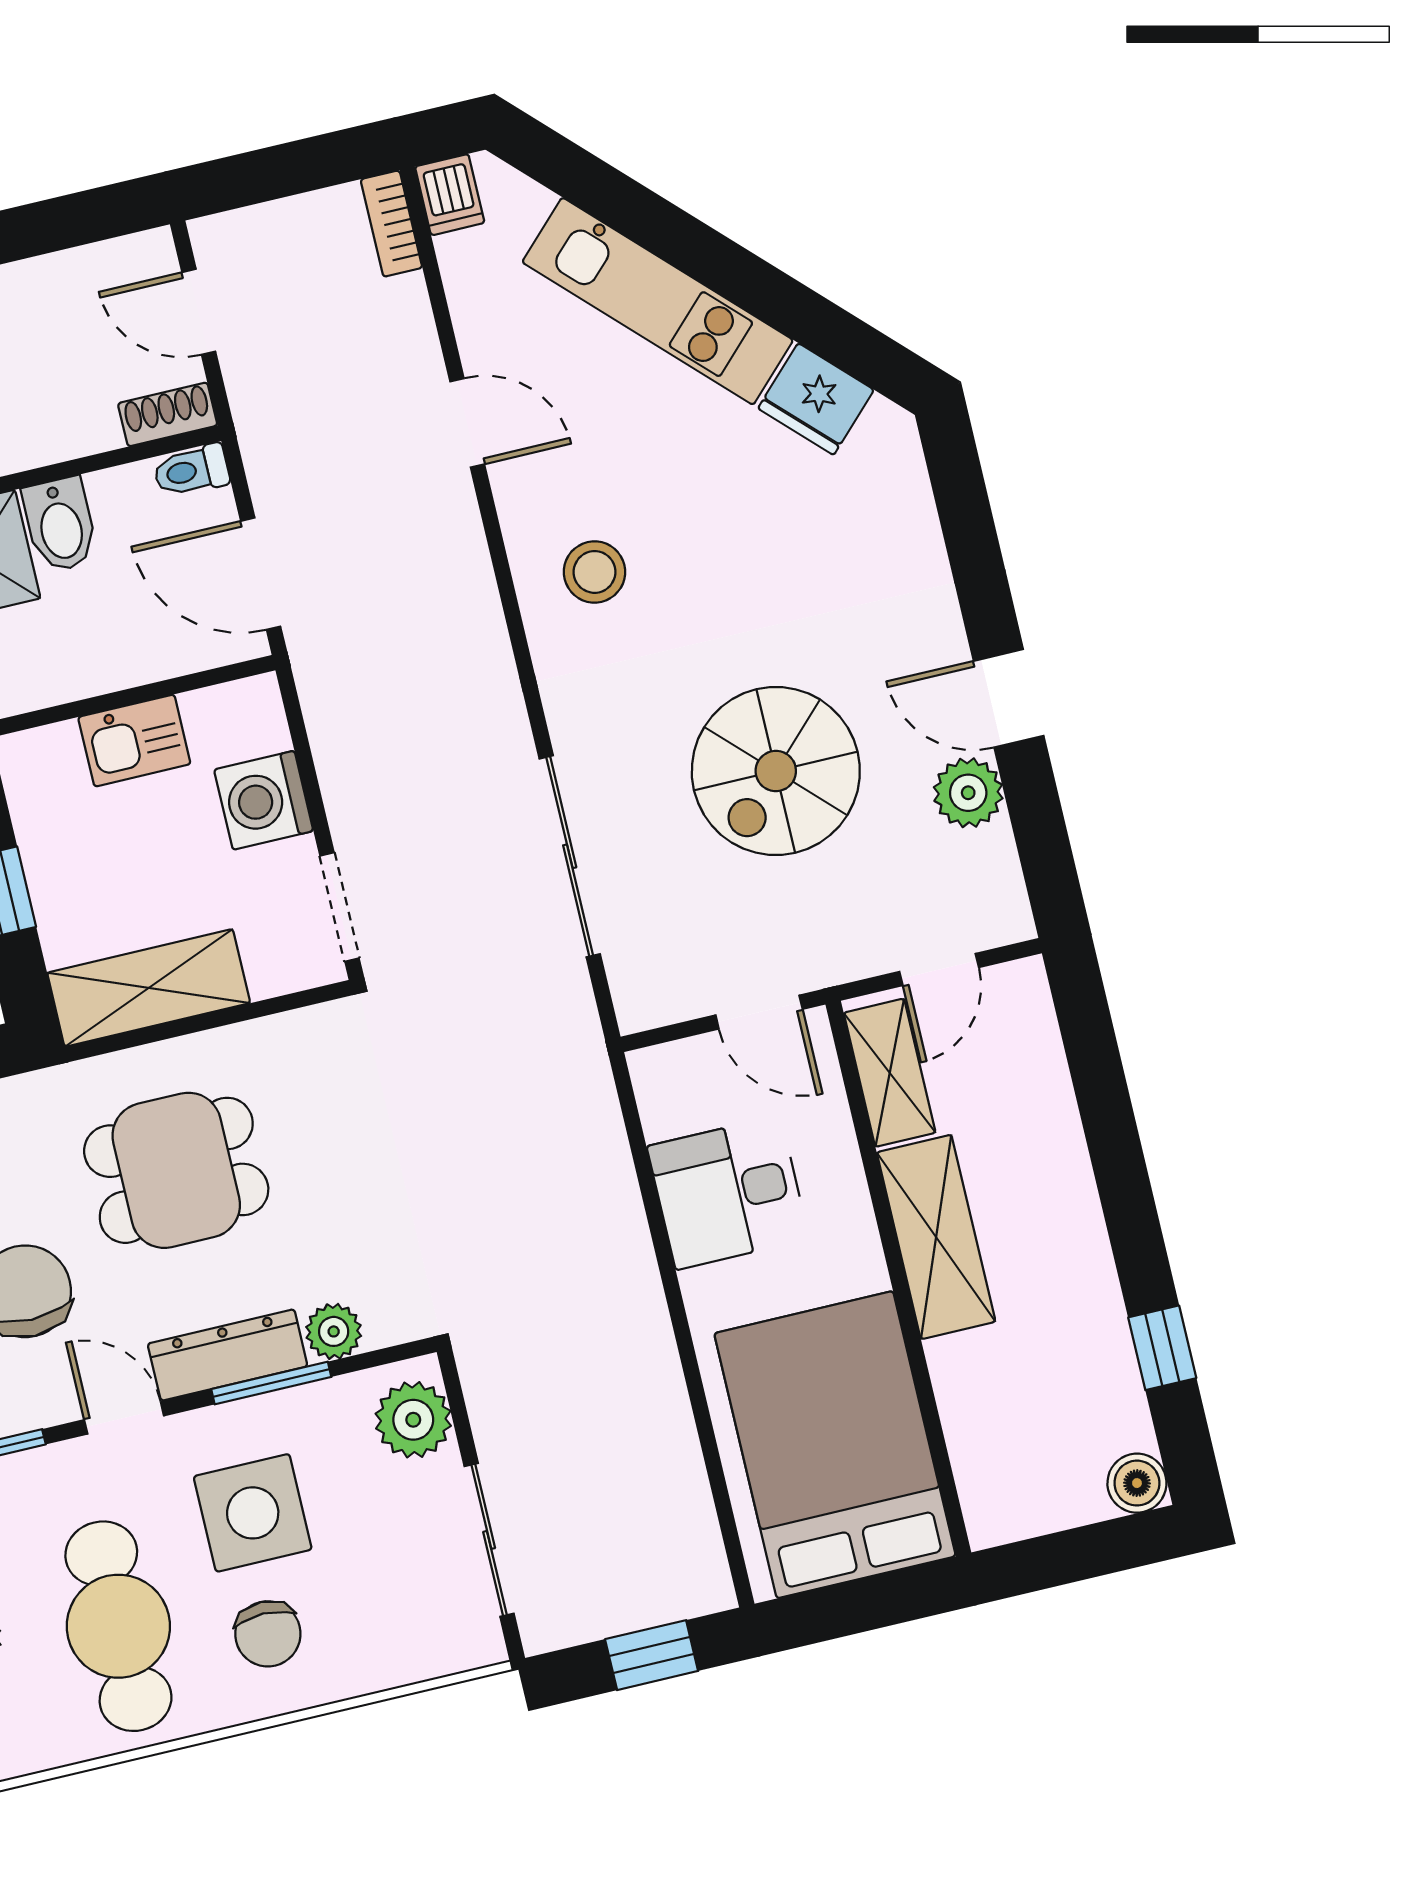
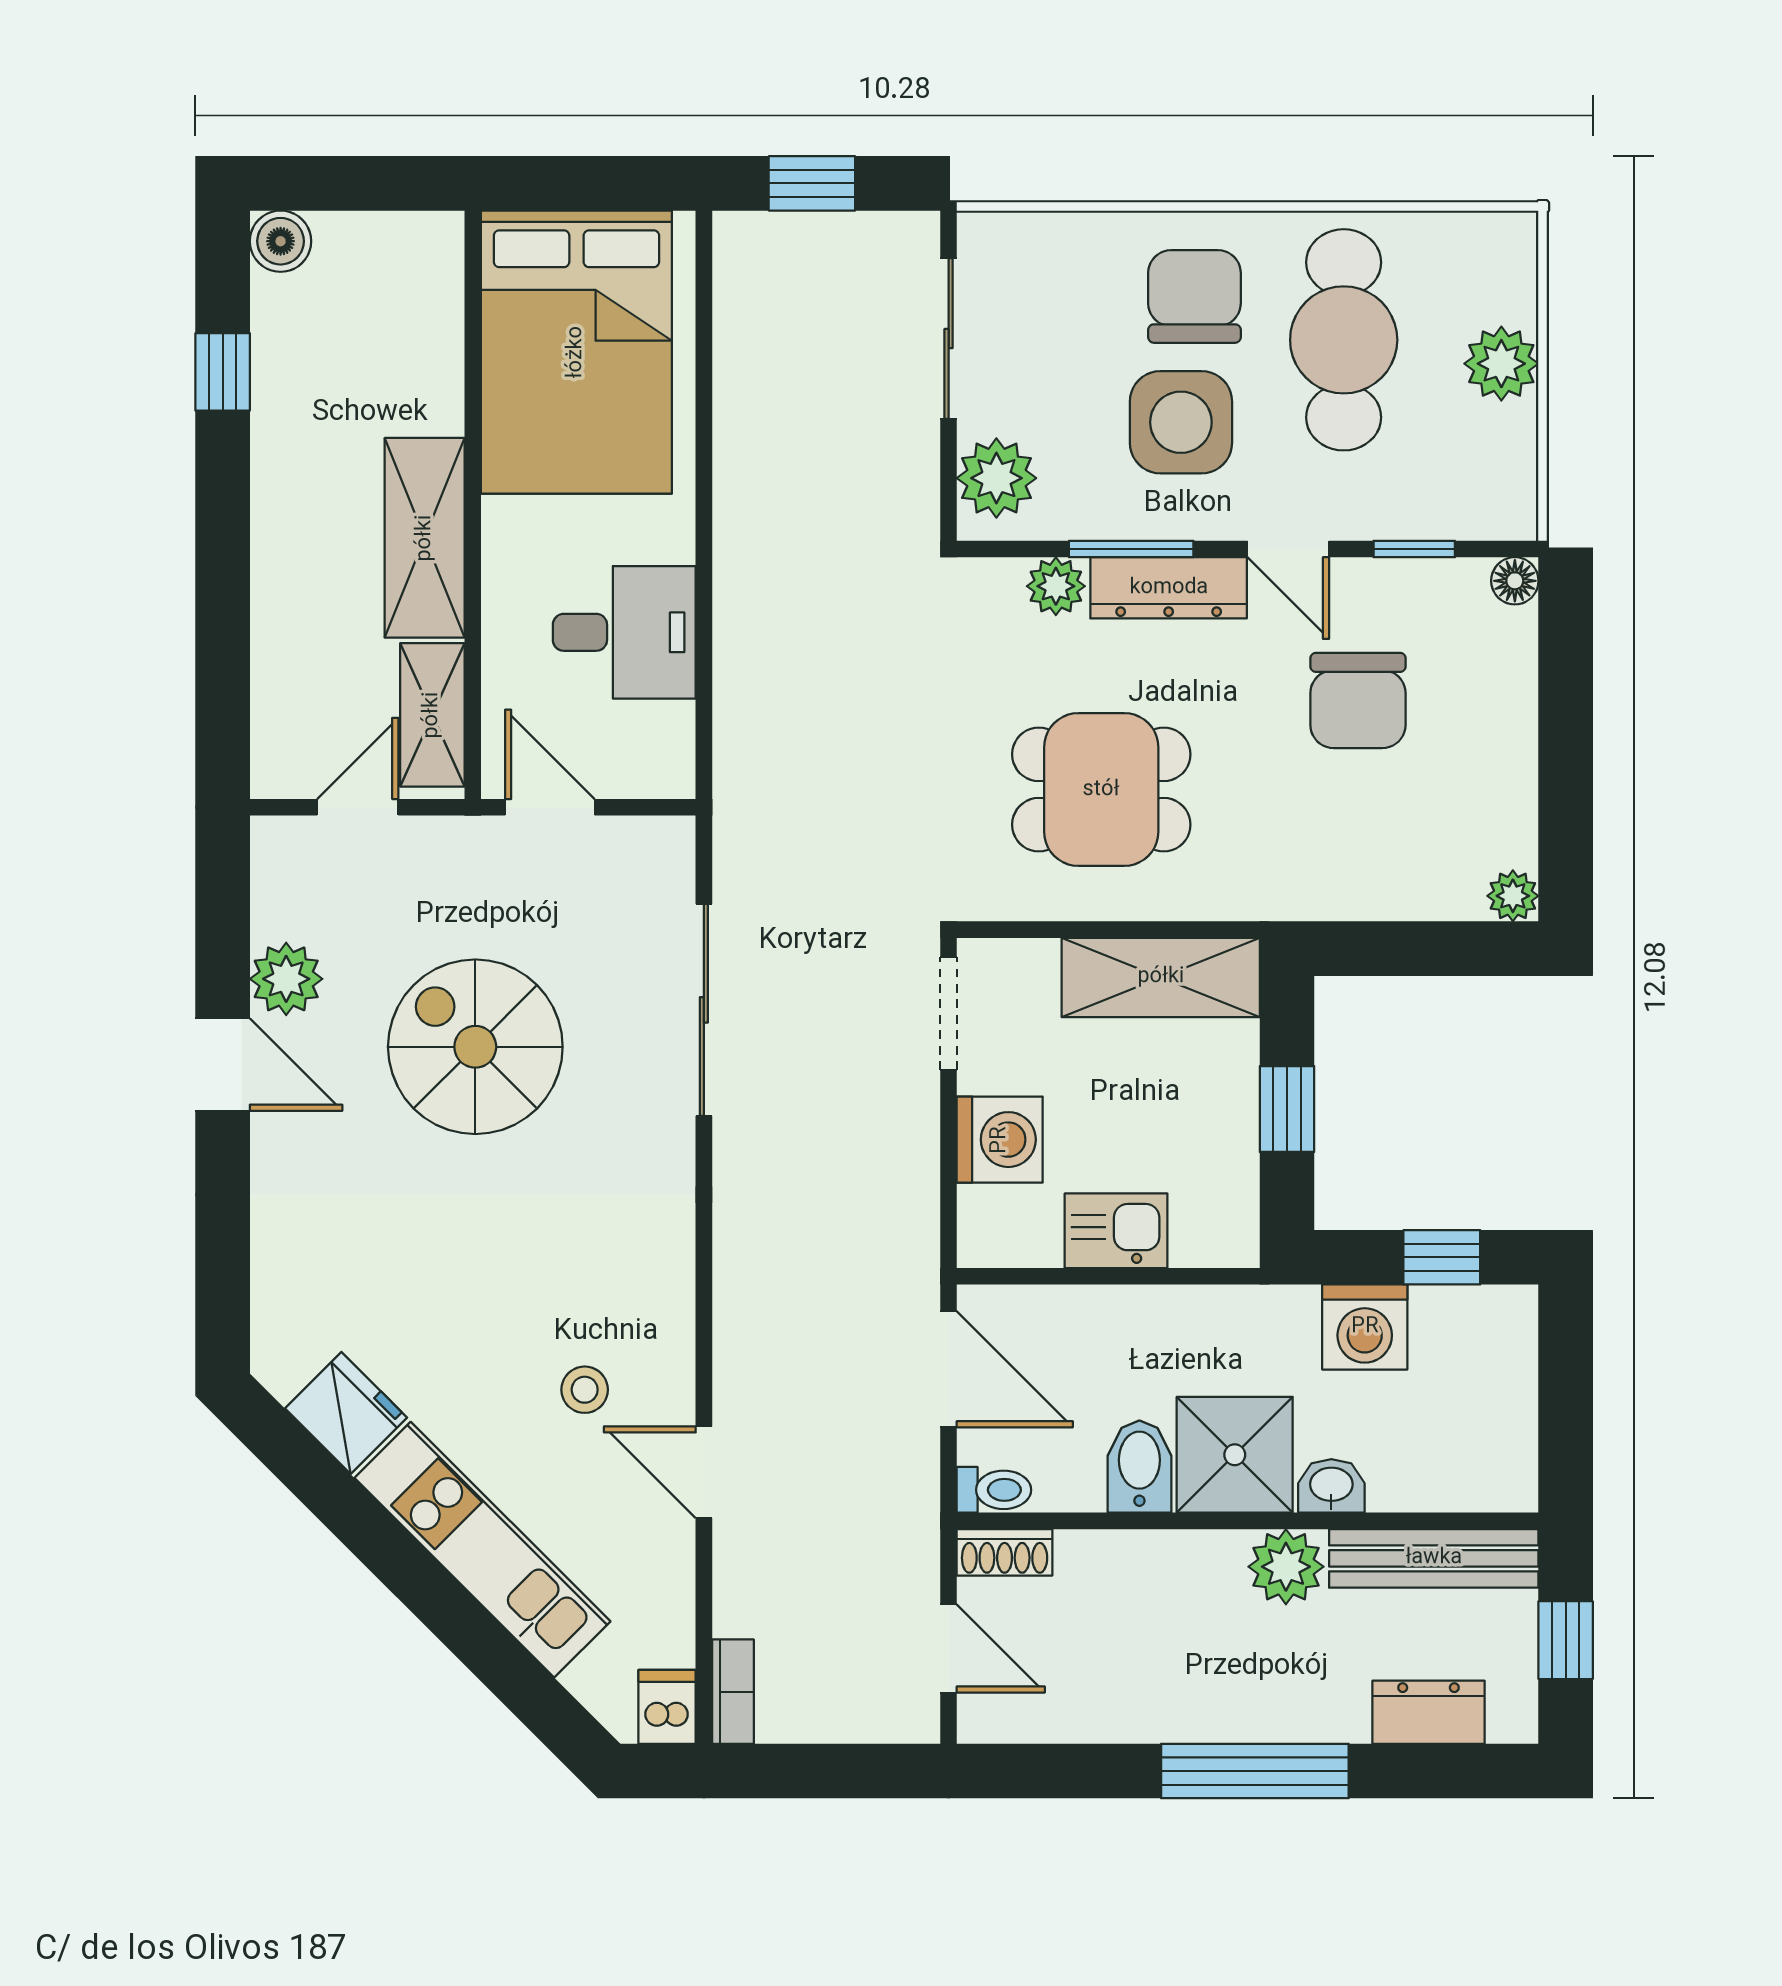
stool: (594, 572) -> (585, 1390), moved, width x0.73, depth x0.73
spiral stairs: (776, 771) -> (475, 1047), turned -90
dining table: (176, 1170) -> (1101, 790), moved
chair: (268, 1634) -> (1194, 296), width x1.37, depth x1.37

